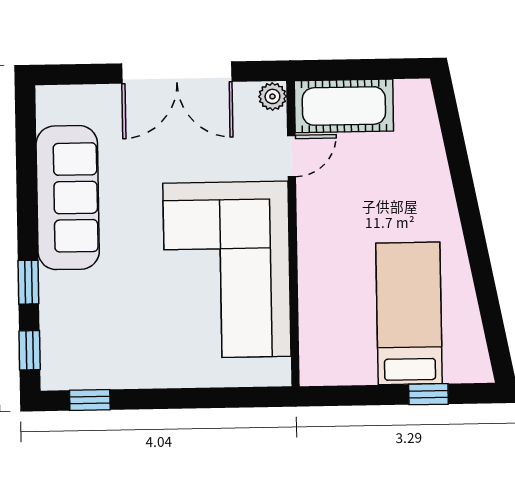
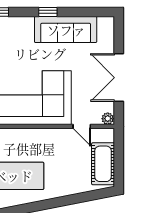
cot: (344, 106) -> (103, 164), moved
window: (28, 282) -> (48, 12), moved

